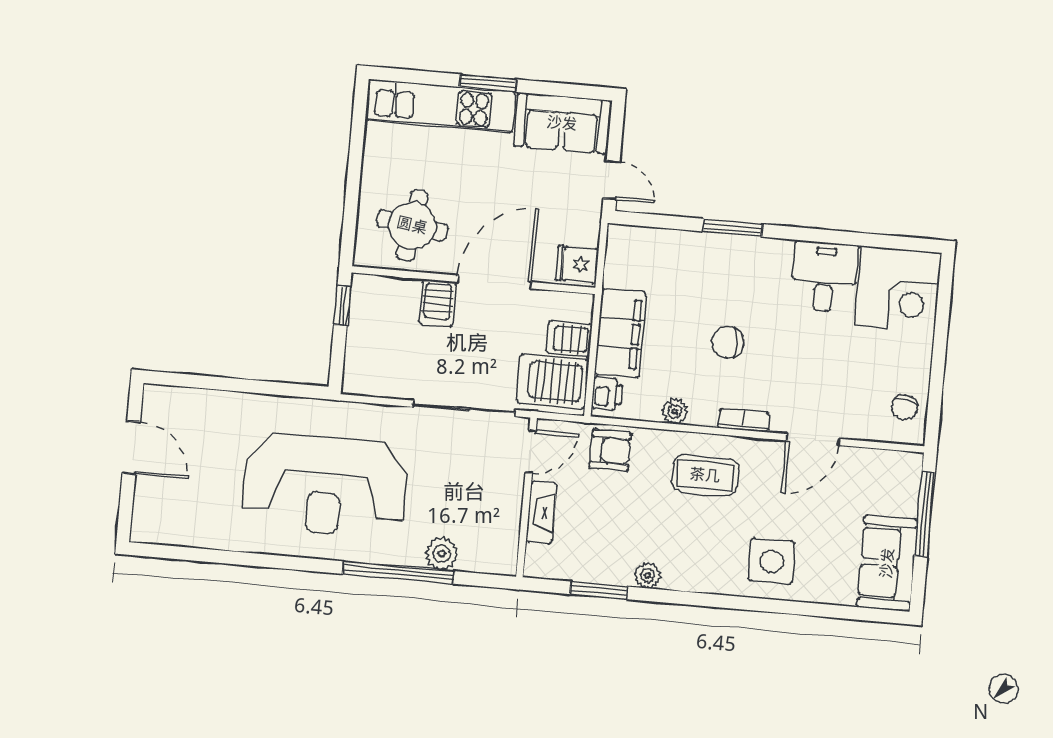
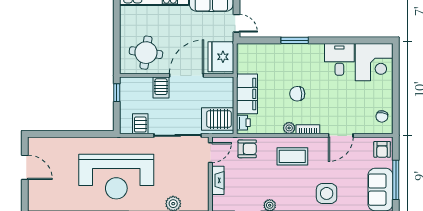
fridge: (577, 264) -> (221, 57), width x1.88, depth x1.34
server rack: (569, 339) -> (140, 124), moved, turned 90
plant: (675, 411) -> (289, 128), moved
armchair: (898, 478) -> (382, 149), added
window: (925, 514) -> (396, 180), moved

